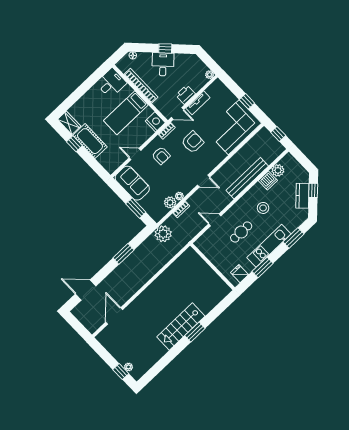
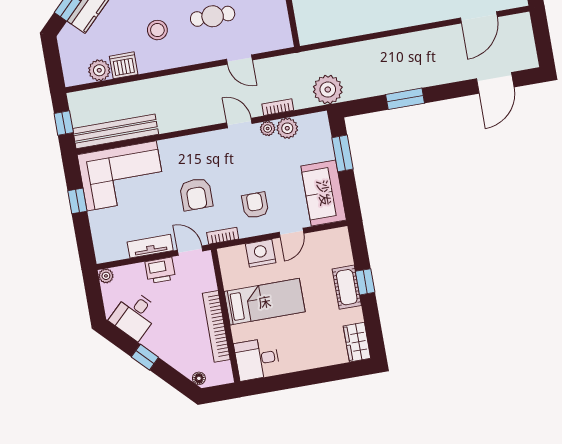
desk: (163, 64) -> (135, 315), moved
nightstand: (155, 122) -> (261, 253), moved, turned 90
cot: (90, 141) -> (347, 287), width x0.73, depth x0.75
armchair: (193, 142) -> (196, 194), turned -90
window: (74, 144) -> (365, 282), moved
door: (135, 154) -> (292, 233), hinge flipped
bench: (247, 178) -> (116, 131), moved
door: (204, 181) -> (239, 123), moved
door: (86, 290) -> (495, 83), hinge flipped

